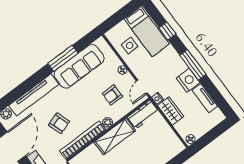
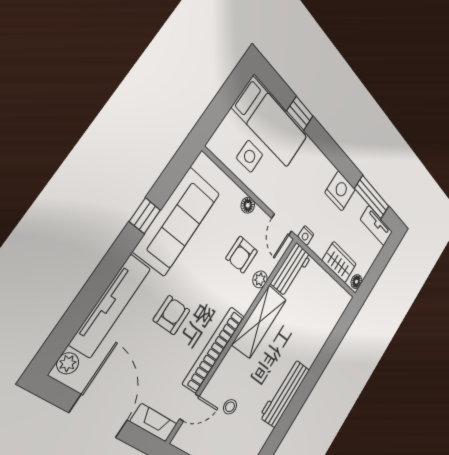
window: (63, 58) -> (145, 216), width x0.46
window: (193, 65) -> (372, 197), moved
tv unit: (205, 98) -> (377, 226), moved
wardrobe: (171, 111) -> (339, 262), moved
plant: (108, 122) -> (260, 279), moved
armchair: (59, 123) -> (172, 315), moved, turned -71

